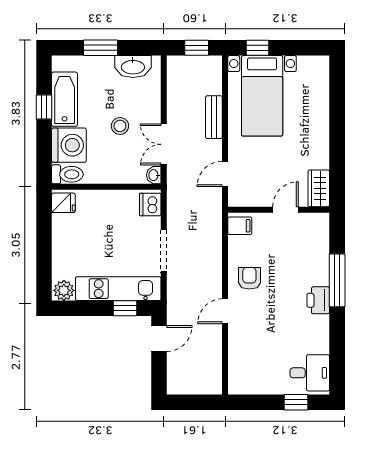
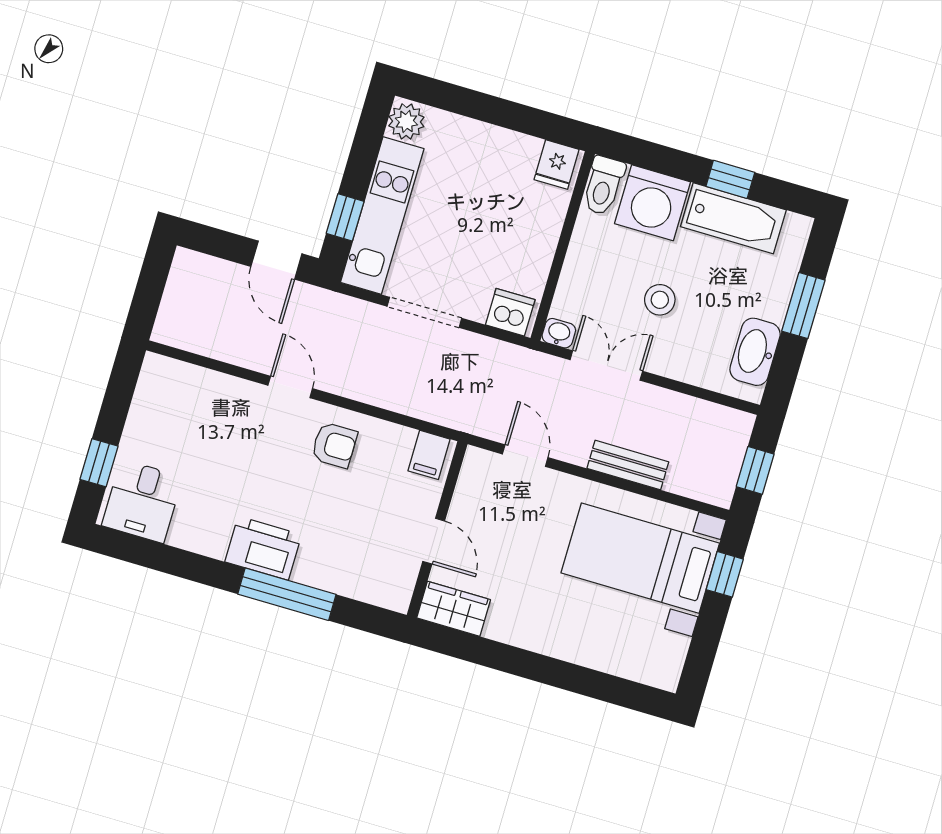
printer: (318, 300) -> (263, 548), width x1.37, depth x1.19

